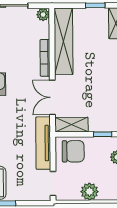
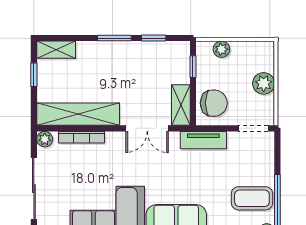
bookcase: (45, 58) -> (82, 137), moved
tv unit: (43, 143) -> (203, 140), width x0.71
chair: (73, 151) -> (214, 103), turned 90

